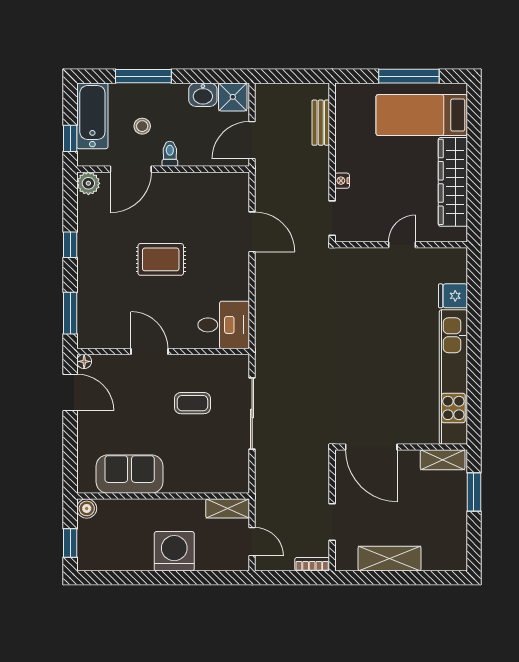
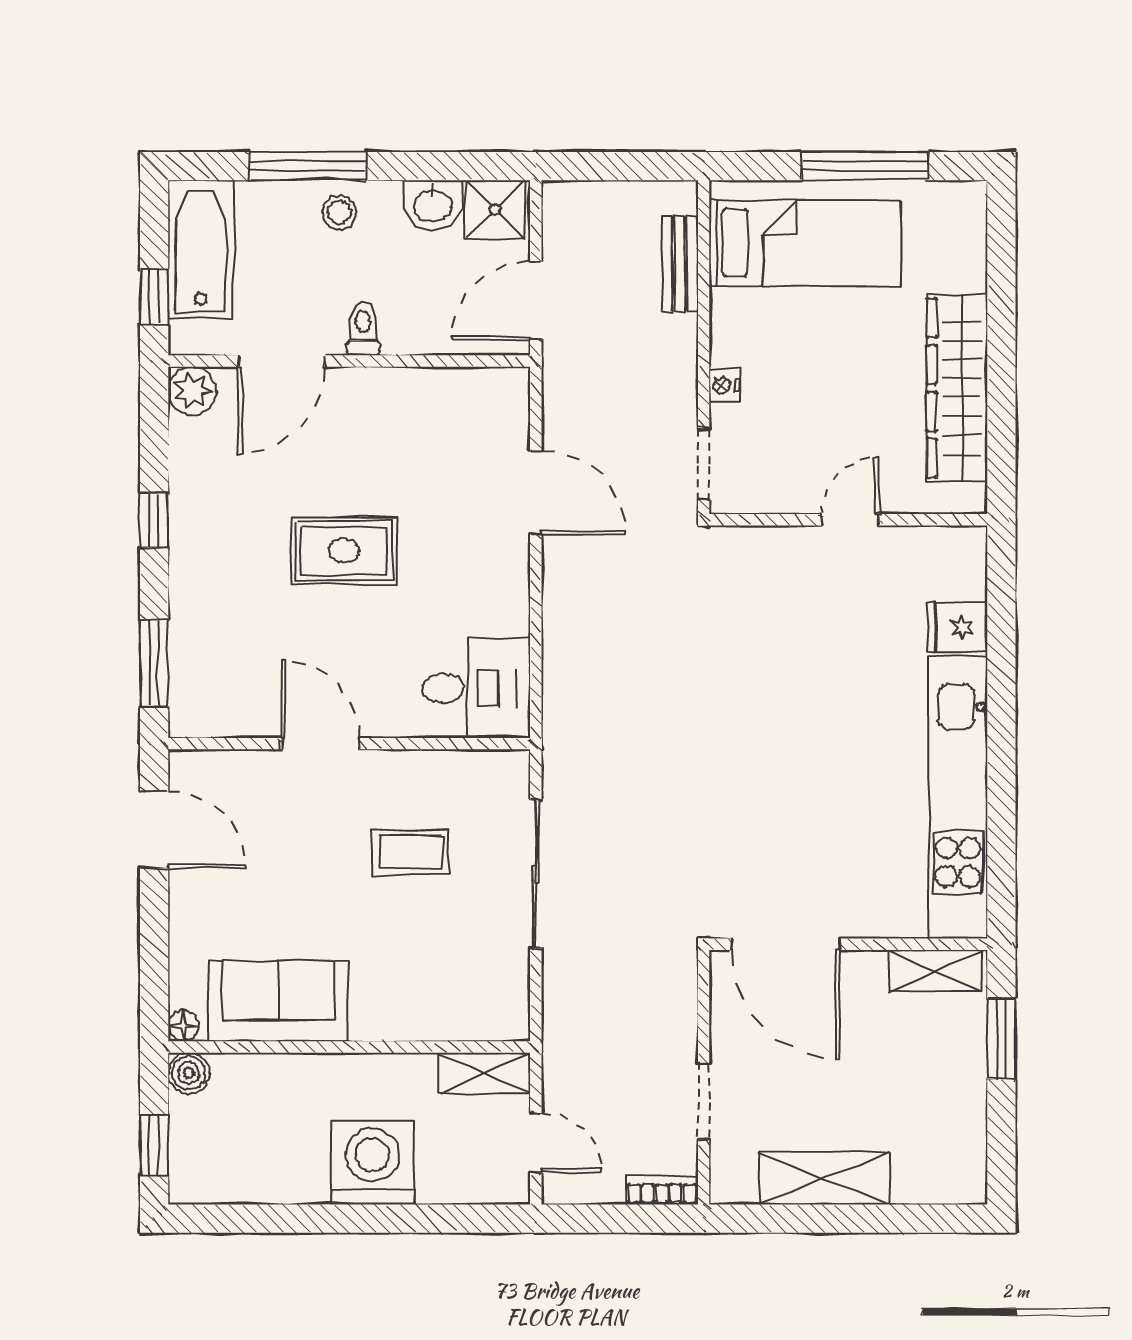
bed: (422, 115) -> (805, 243), moved, turned 180
stool: (142, 126) -> (339, 212), moved
floor lamp: (84, 361) -> (183, 1025), moved

